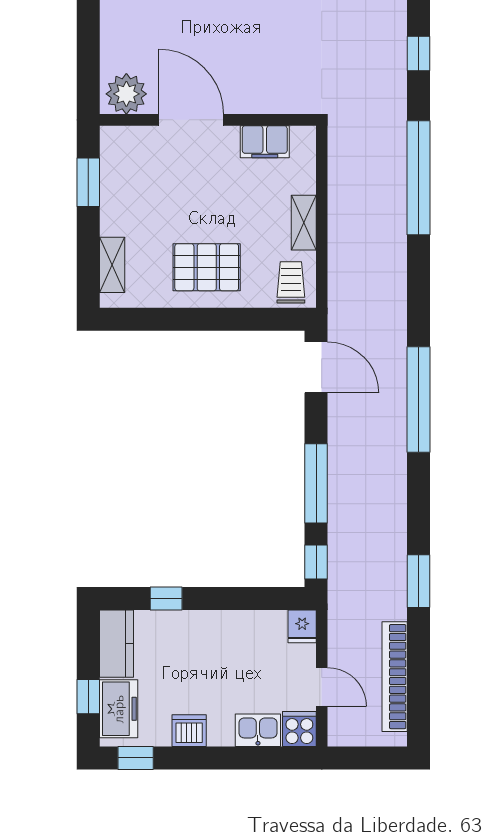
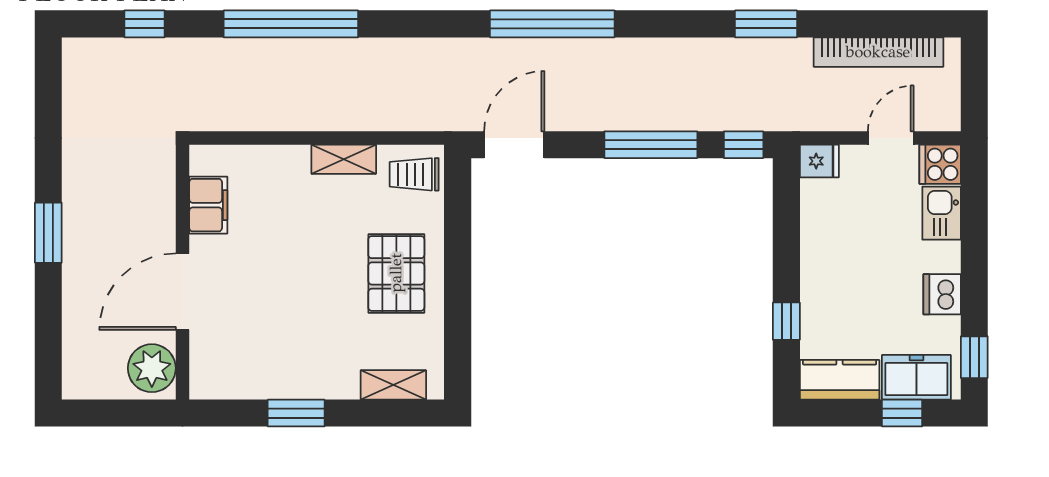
plant: (126, 94) -> (152, 368), moved
door: (191, 120) -> (183, 292), moved
wall: (208, 120) -> (183, 272), moved
filing cabinet: (265, 142) -> (208, 205), moved

